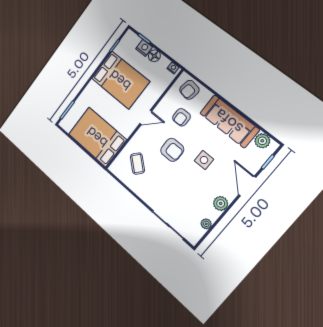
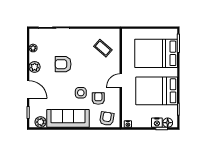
floor lamp: (154, 56) -> (168, 123), moved
bed: (97, 137) -> (156, 53), moved, turned 180
armchair: (172, 150) -> (63, 64), moved
side table: (204, 160) -> (81, 93), moved

